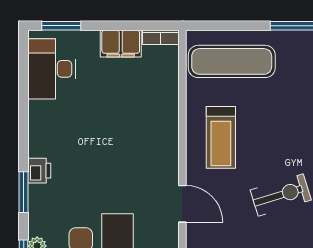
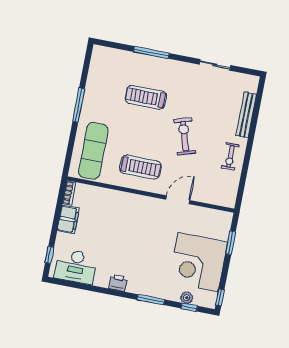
window: (61, 26) -> (49, 255), width x0.67
printer: (39, 171) -> (118, 283), moved

